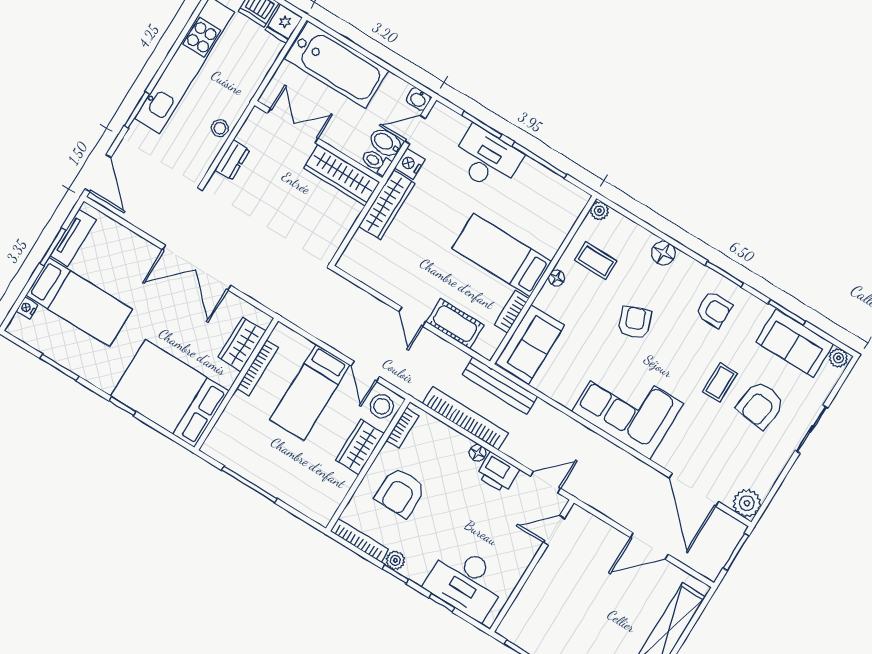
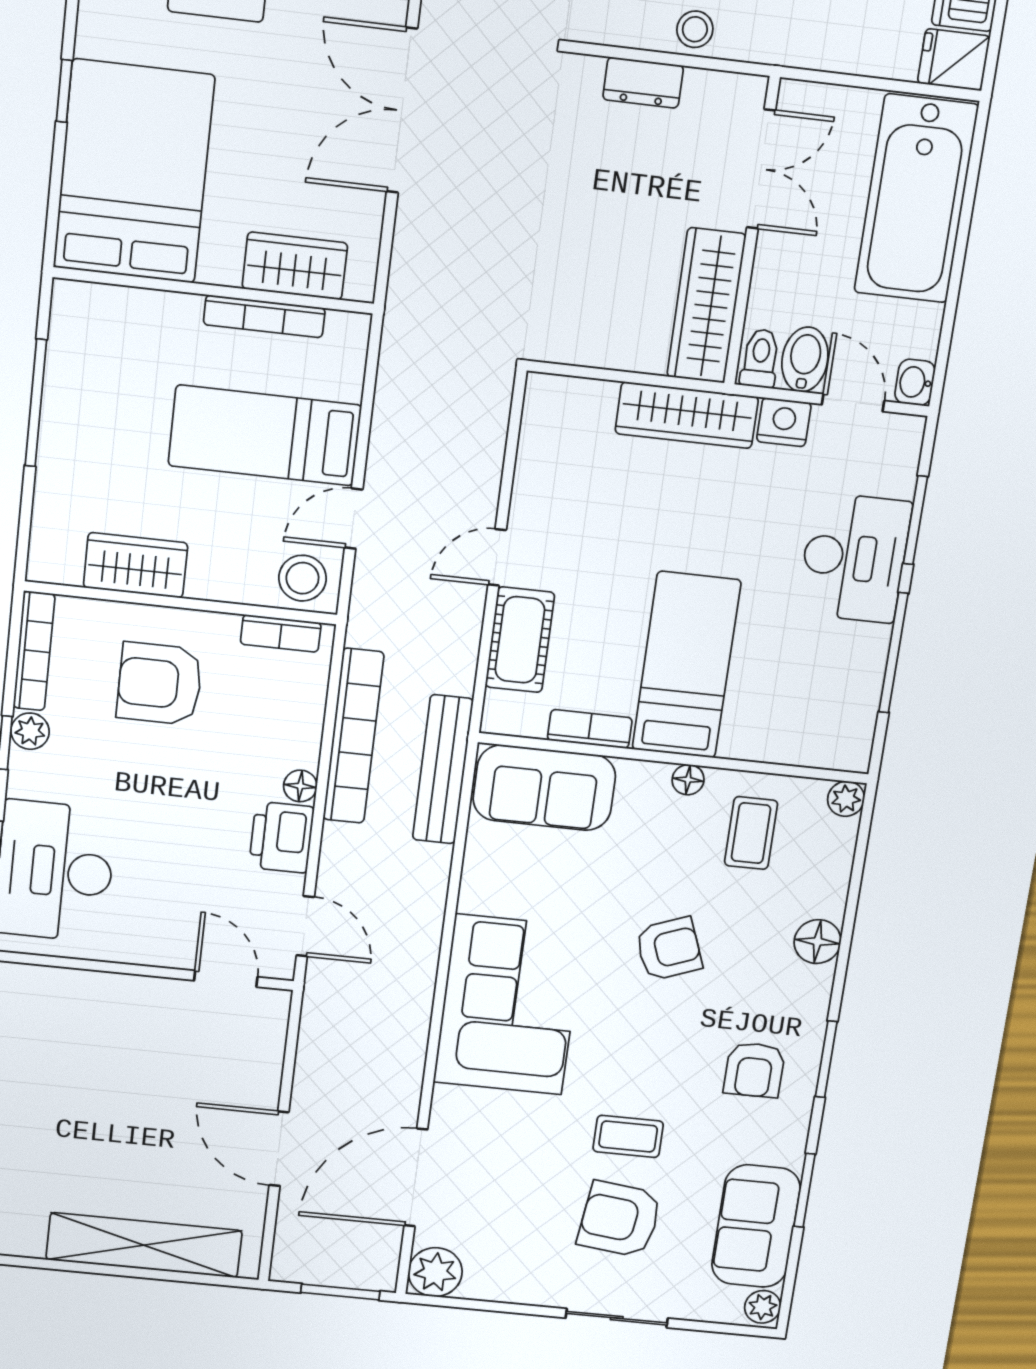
wardrobe: (360, 447) -> (136, 565), moved

